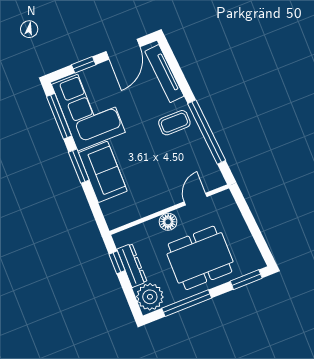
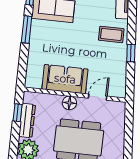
window: (207, 132) -> (131, 53), width x0.32
sofa: (103, 172) -> (65, 79), moved, turned -90

